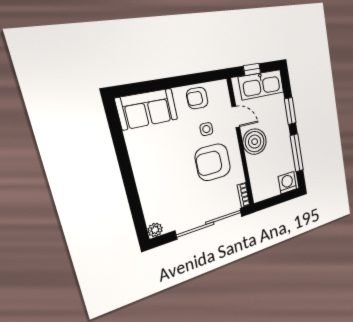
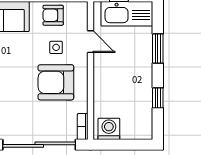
boiler: (255, 142) -> (107, 72), removed
window: (297, 153) -> (158, 98), width x0.46
washing machine: (287, 183) -> (109, 129), moved

